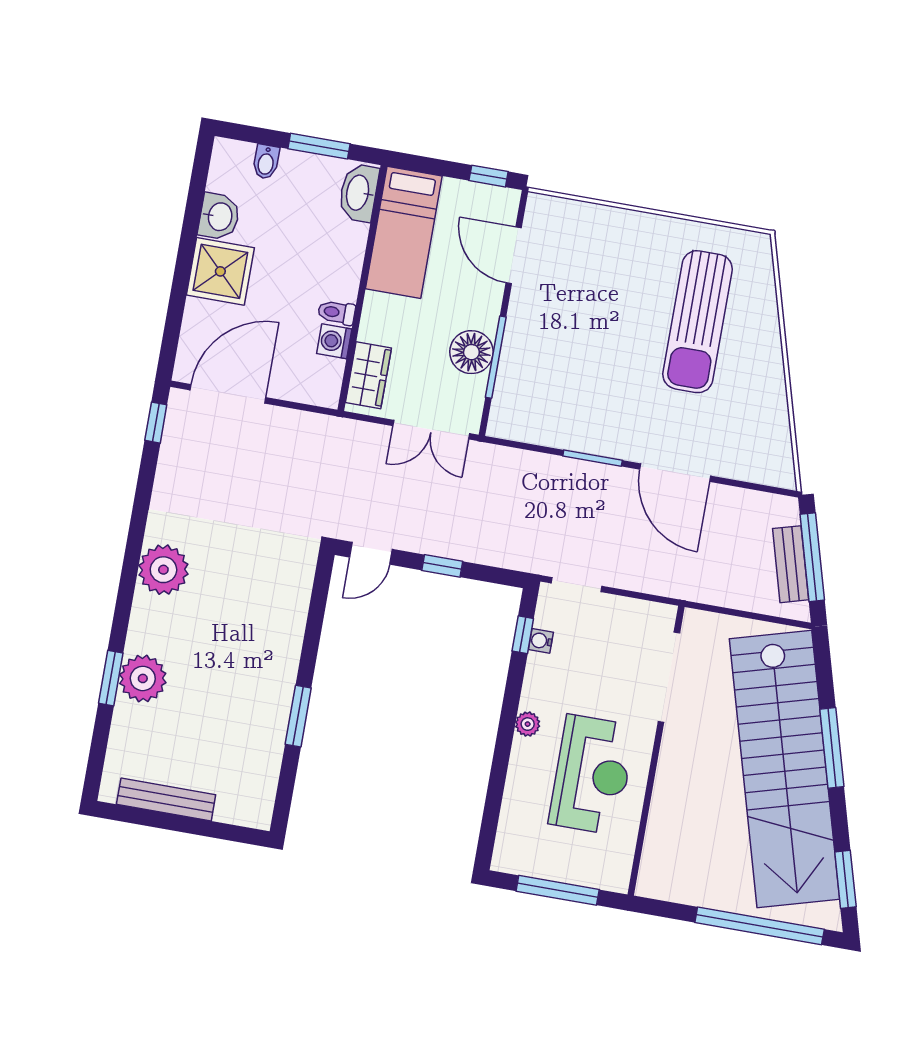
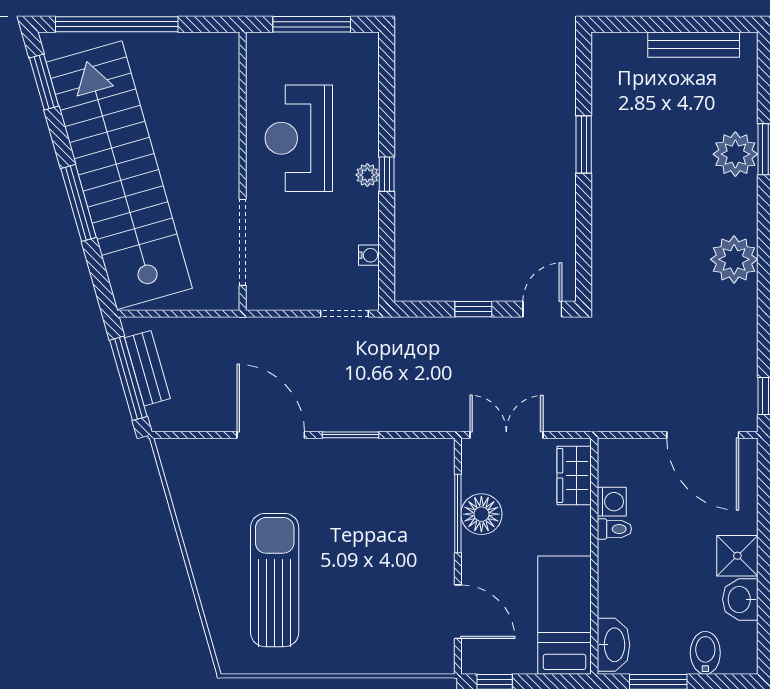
bidet: (266, 162) -> (705, 653), width x1.38, depth x1.36
shower: (220, 271) -> (737, 556), width x0.73, depth x0.73
door: (228, 394) -> (703, 435), hinge flipped
window: (523, 635) -> (387, 174), moved

